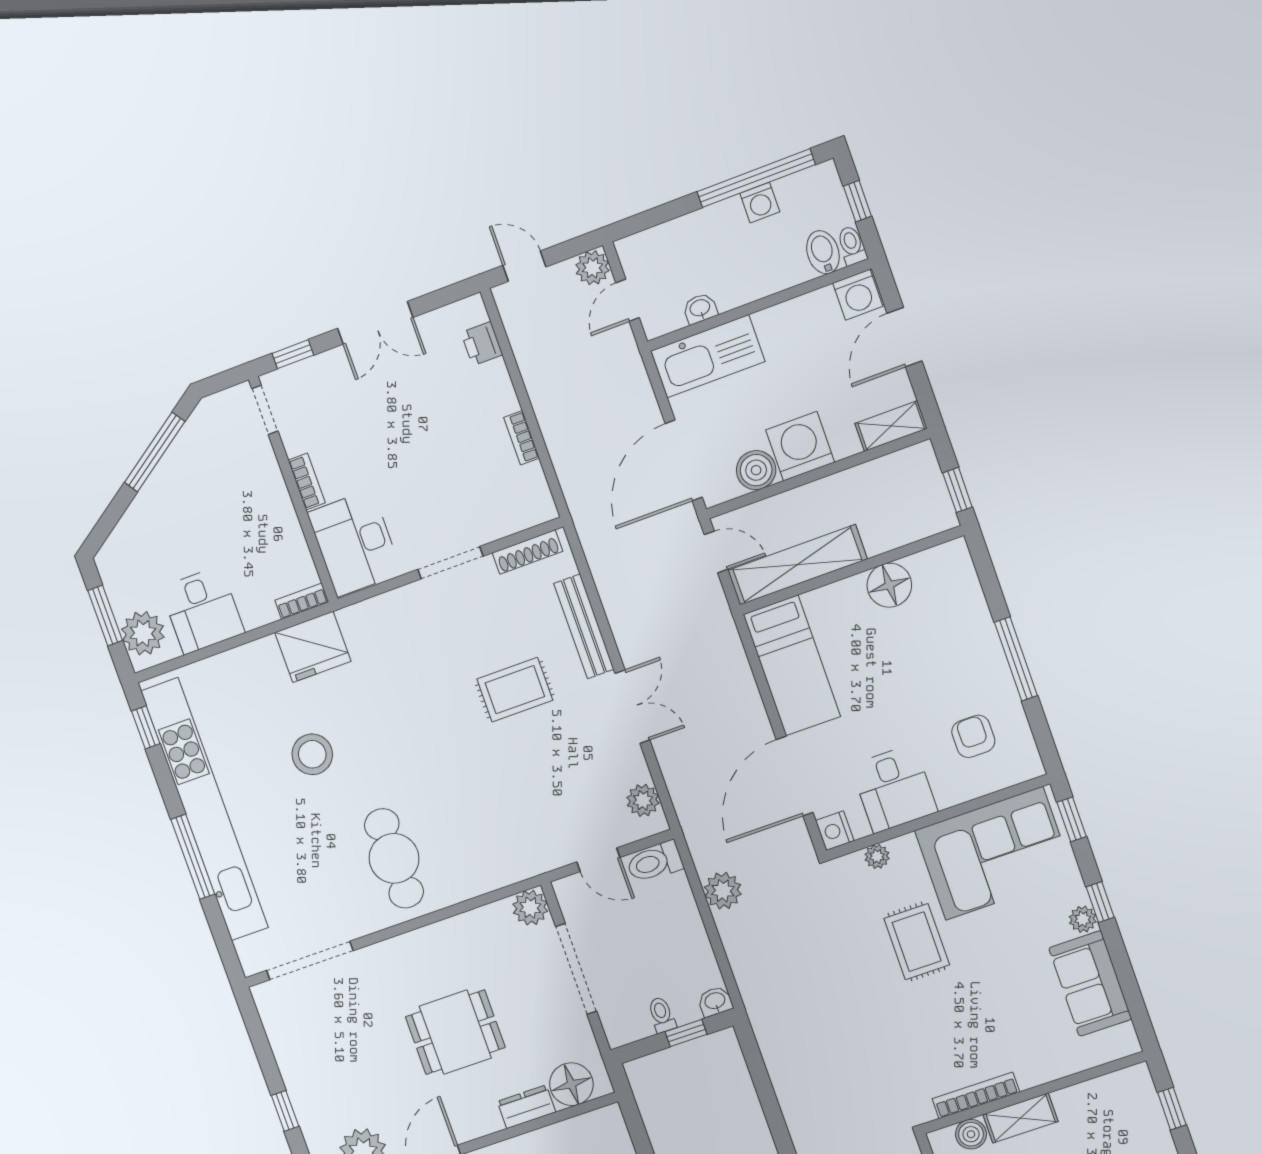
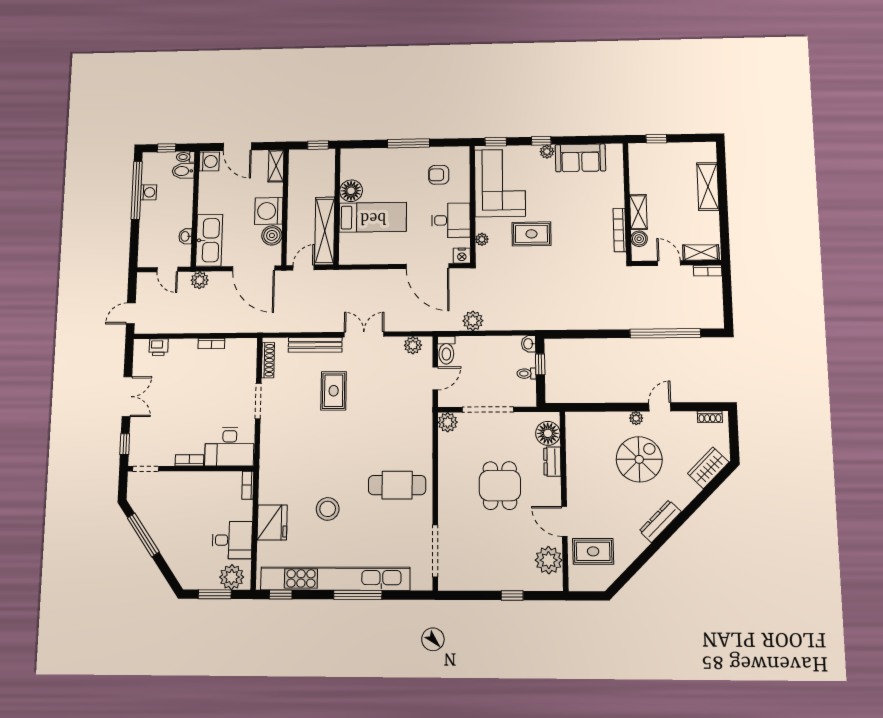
plant: (592, 268) -> (200, 280), moved
fridge: (313, 647) -> (272, 522), moved
bed: (792, 665) -> (373, 217), moved

